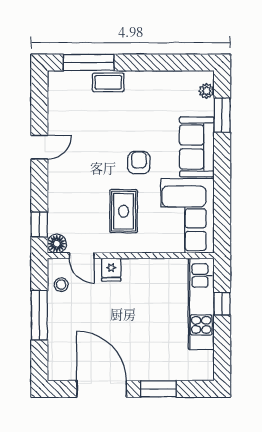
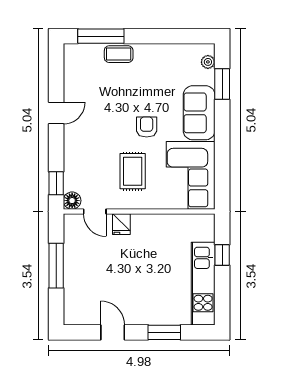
stool: (61, 285) -> (76, 238), removed
kitchen unit: (201, 304) -> (203, 284), moved
door: (102, 389) -> (113, 332), width x0.53

